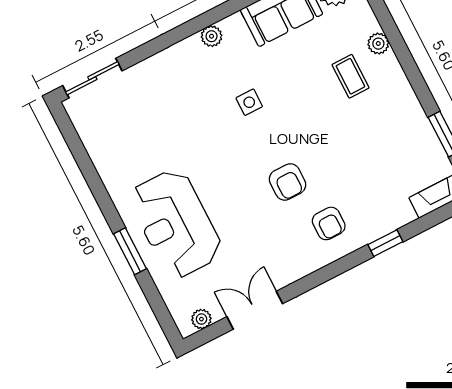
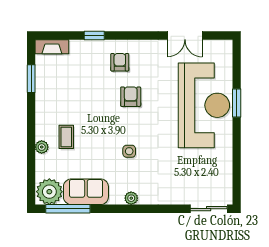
reception desk: (176, 224) -> (204, 105), width x1.36, depth x1.30
plant: (201, 319) -> (217, 46), removed

